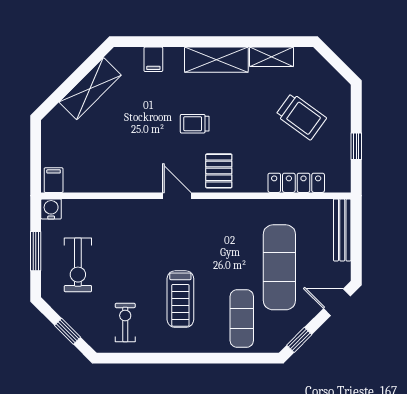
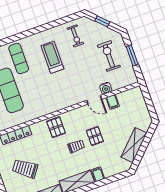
filing cabinet: (153, 59) -> (98, 174), moved
pallet: (155, 130) -> (95, 136), added
filing cabinet: (54, 180) -> (113, 102), moved
door: (177, 196) -> (94, 100), moved
water cooler: (51, 209) -> (106, 88), moved

